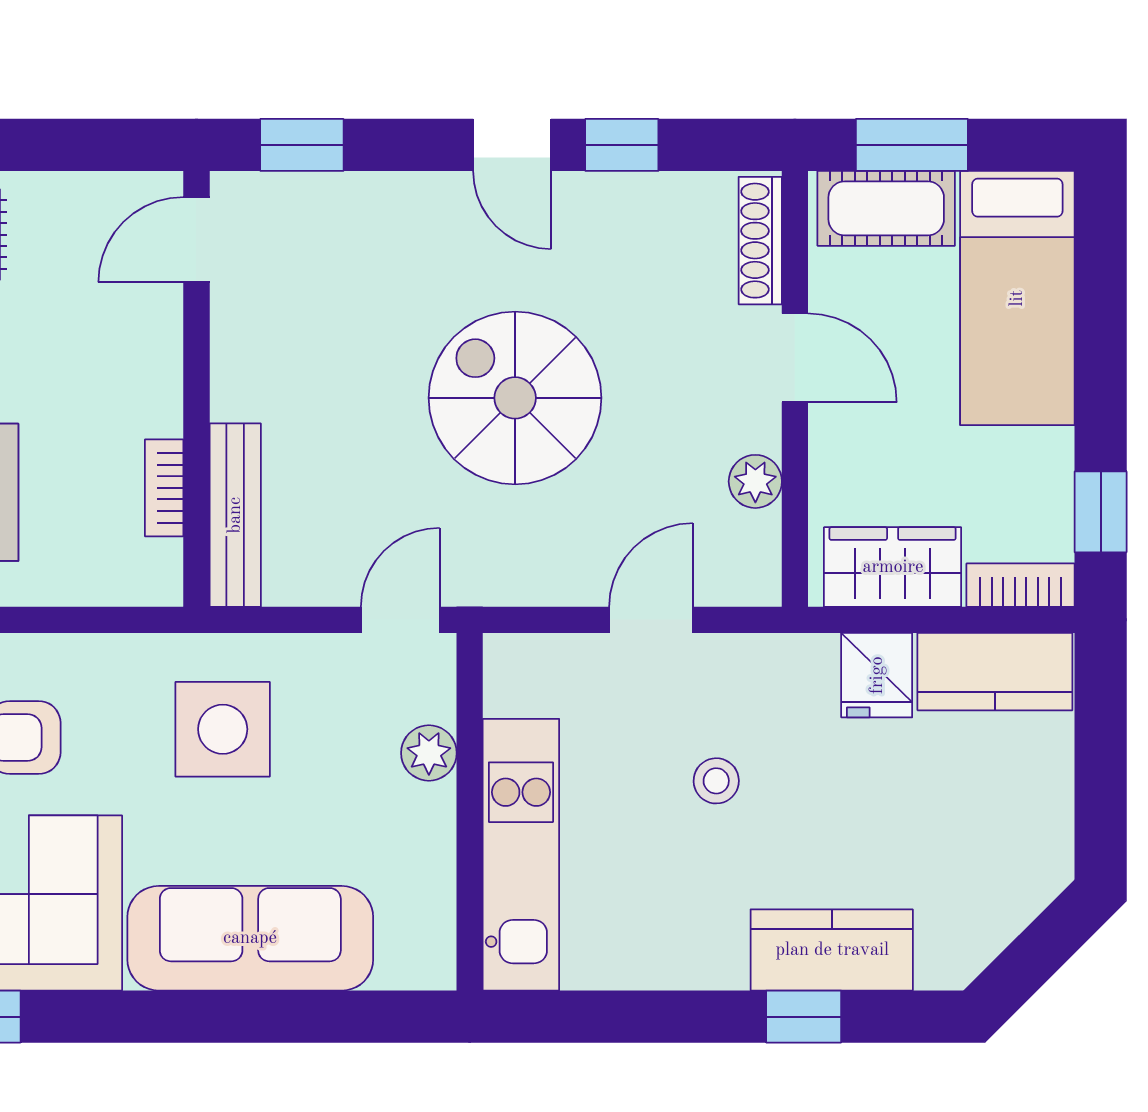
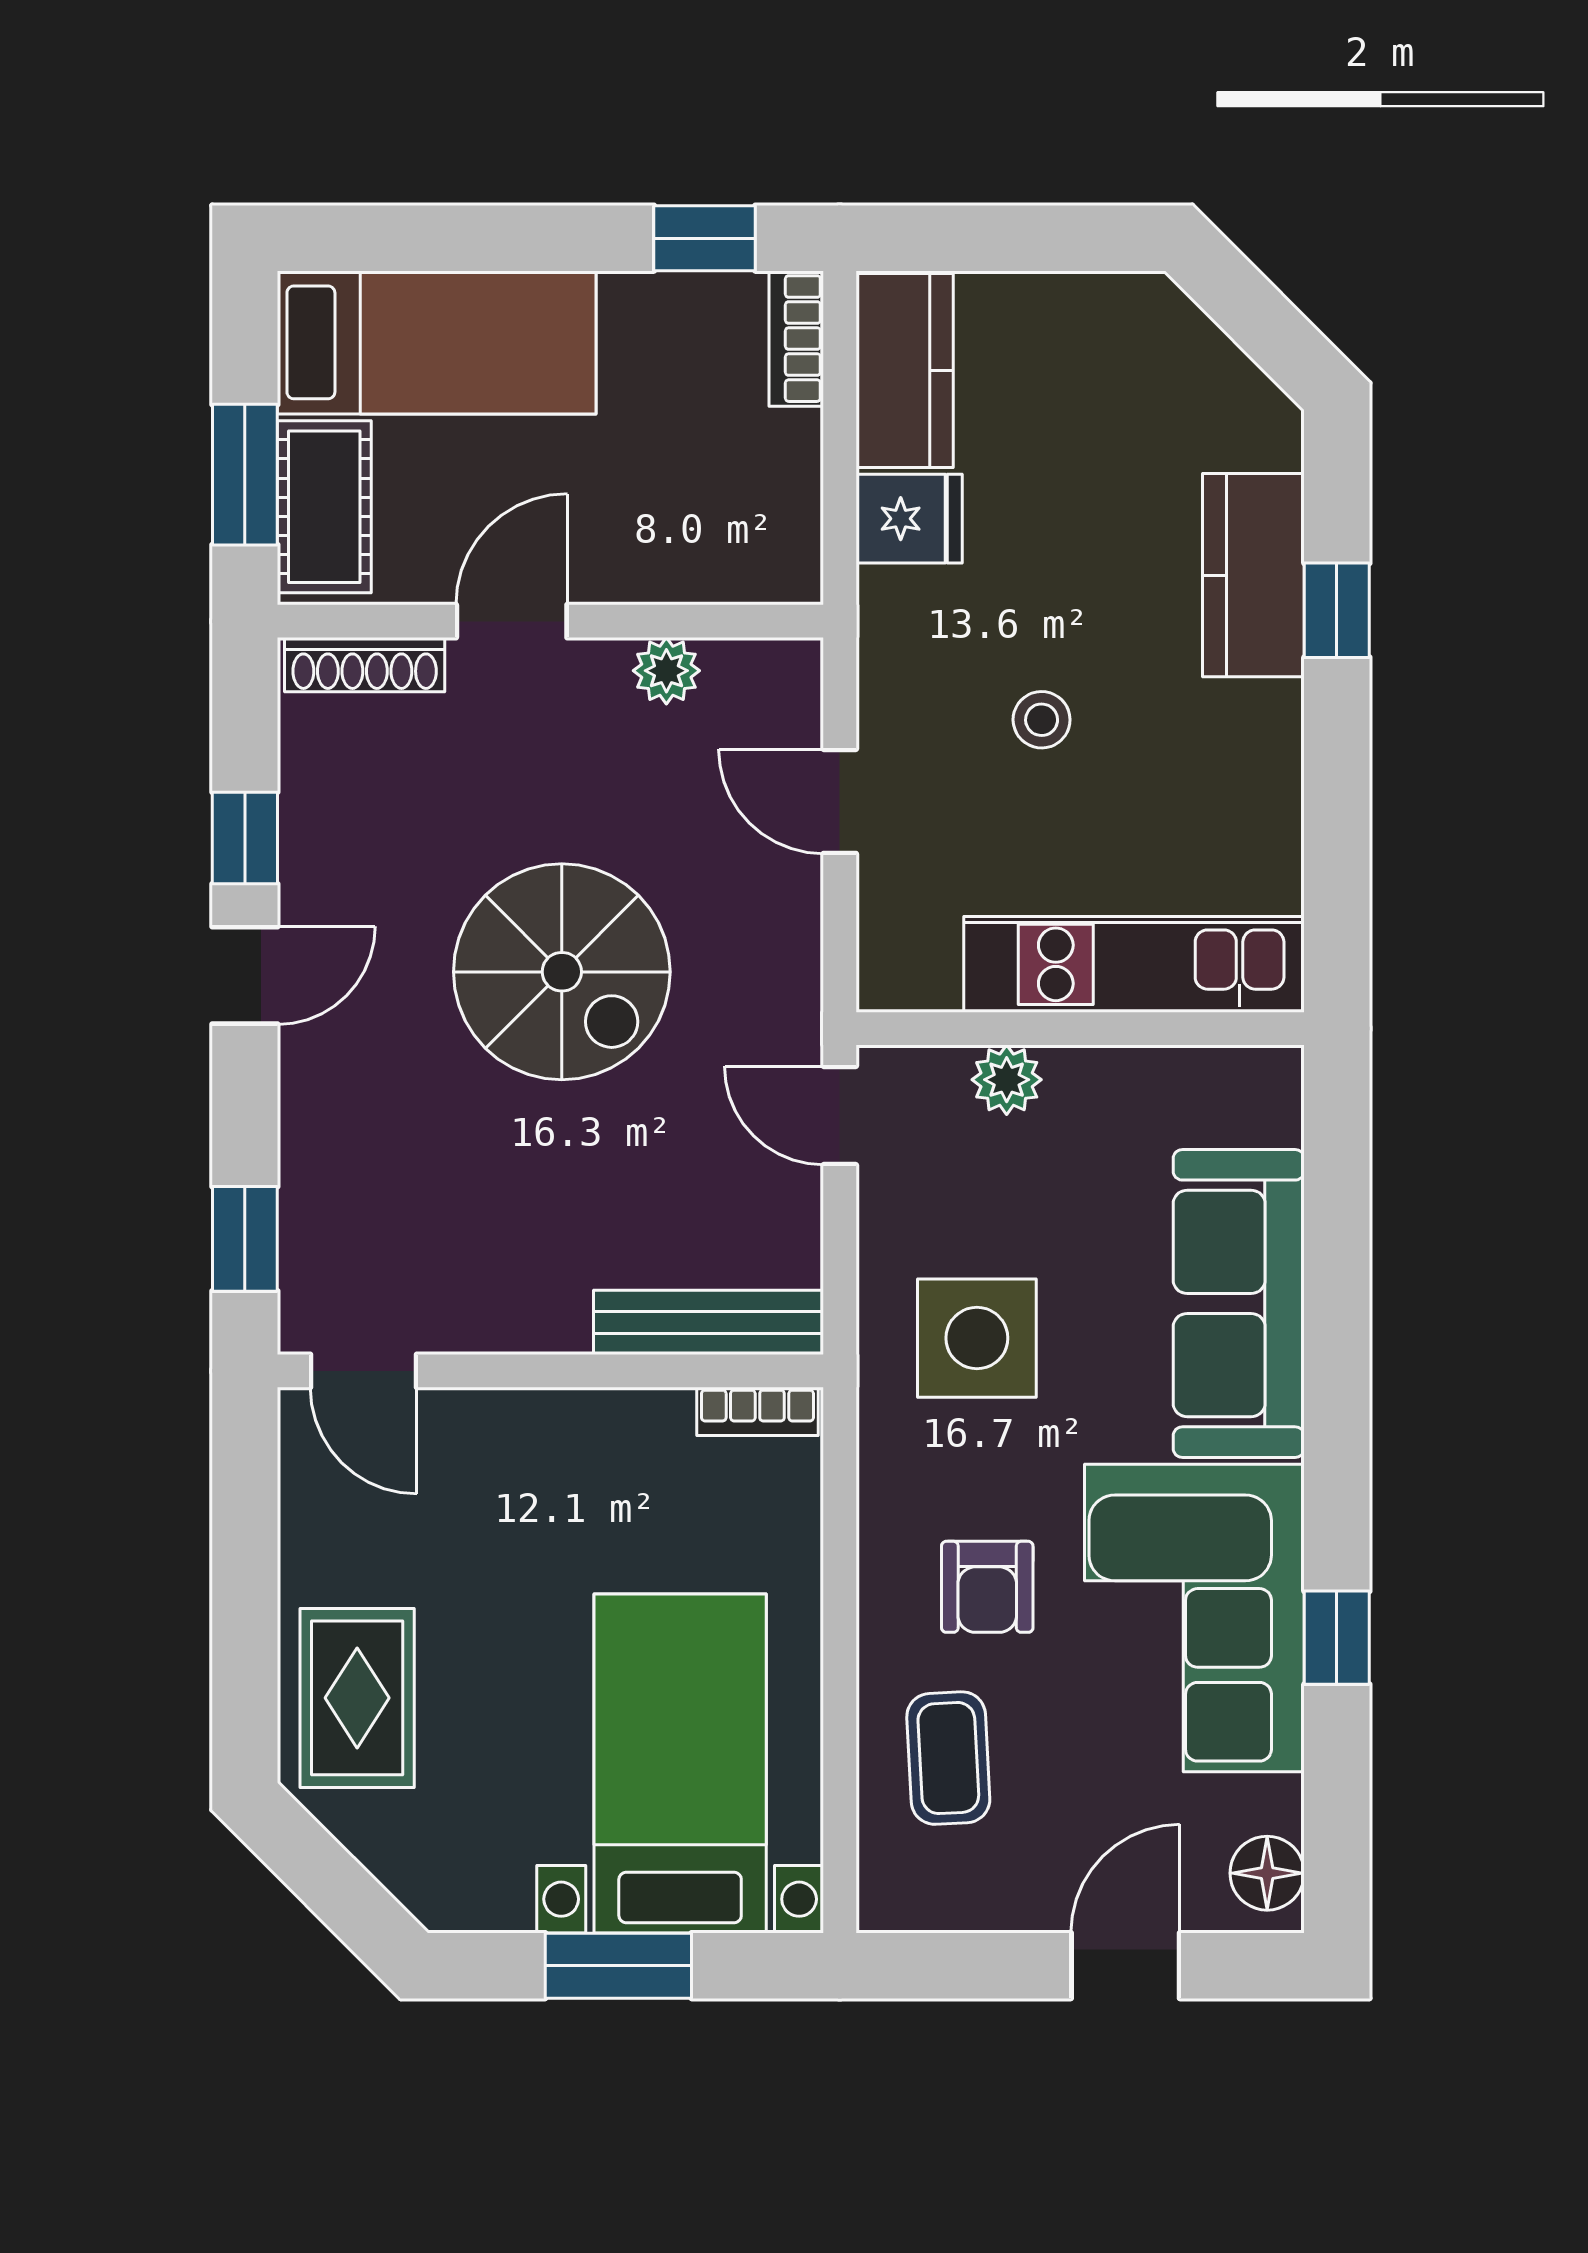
spiral stairs: (515, 398) -> (562, 972), turned -90
bookcase: (164, 488) -> (757, 1411), moved
wardrobe: (893, 567) -> (774, 499), removed

